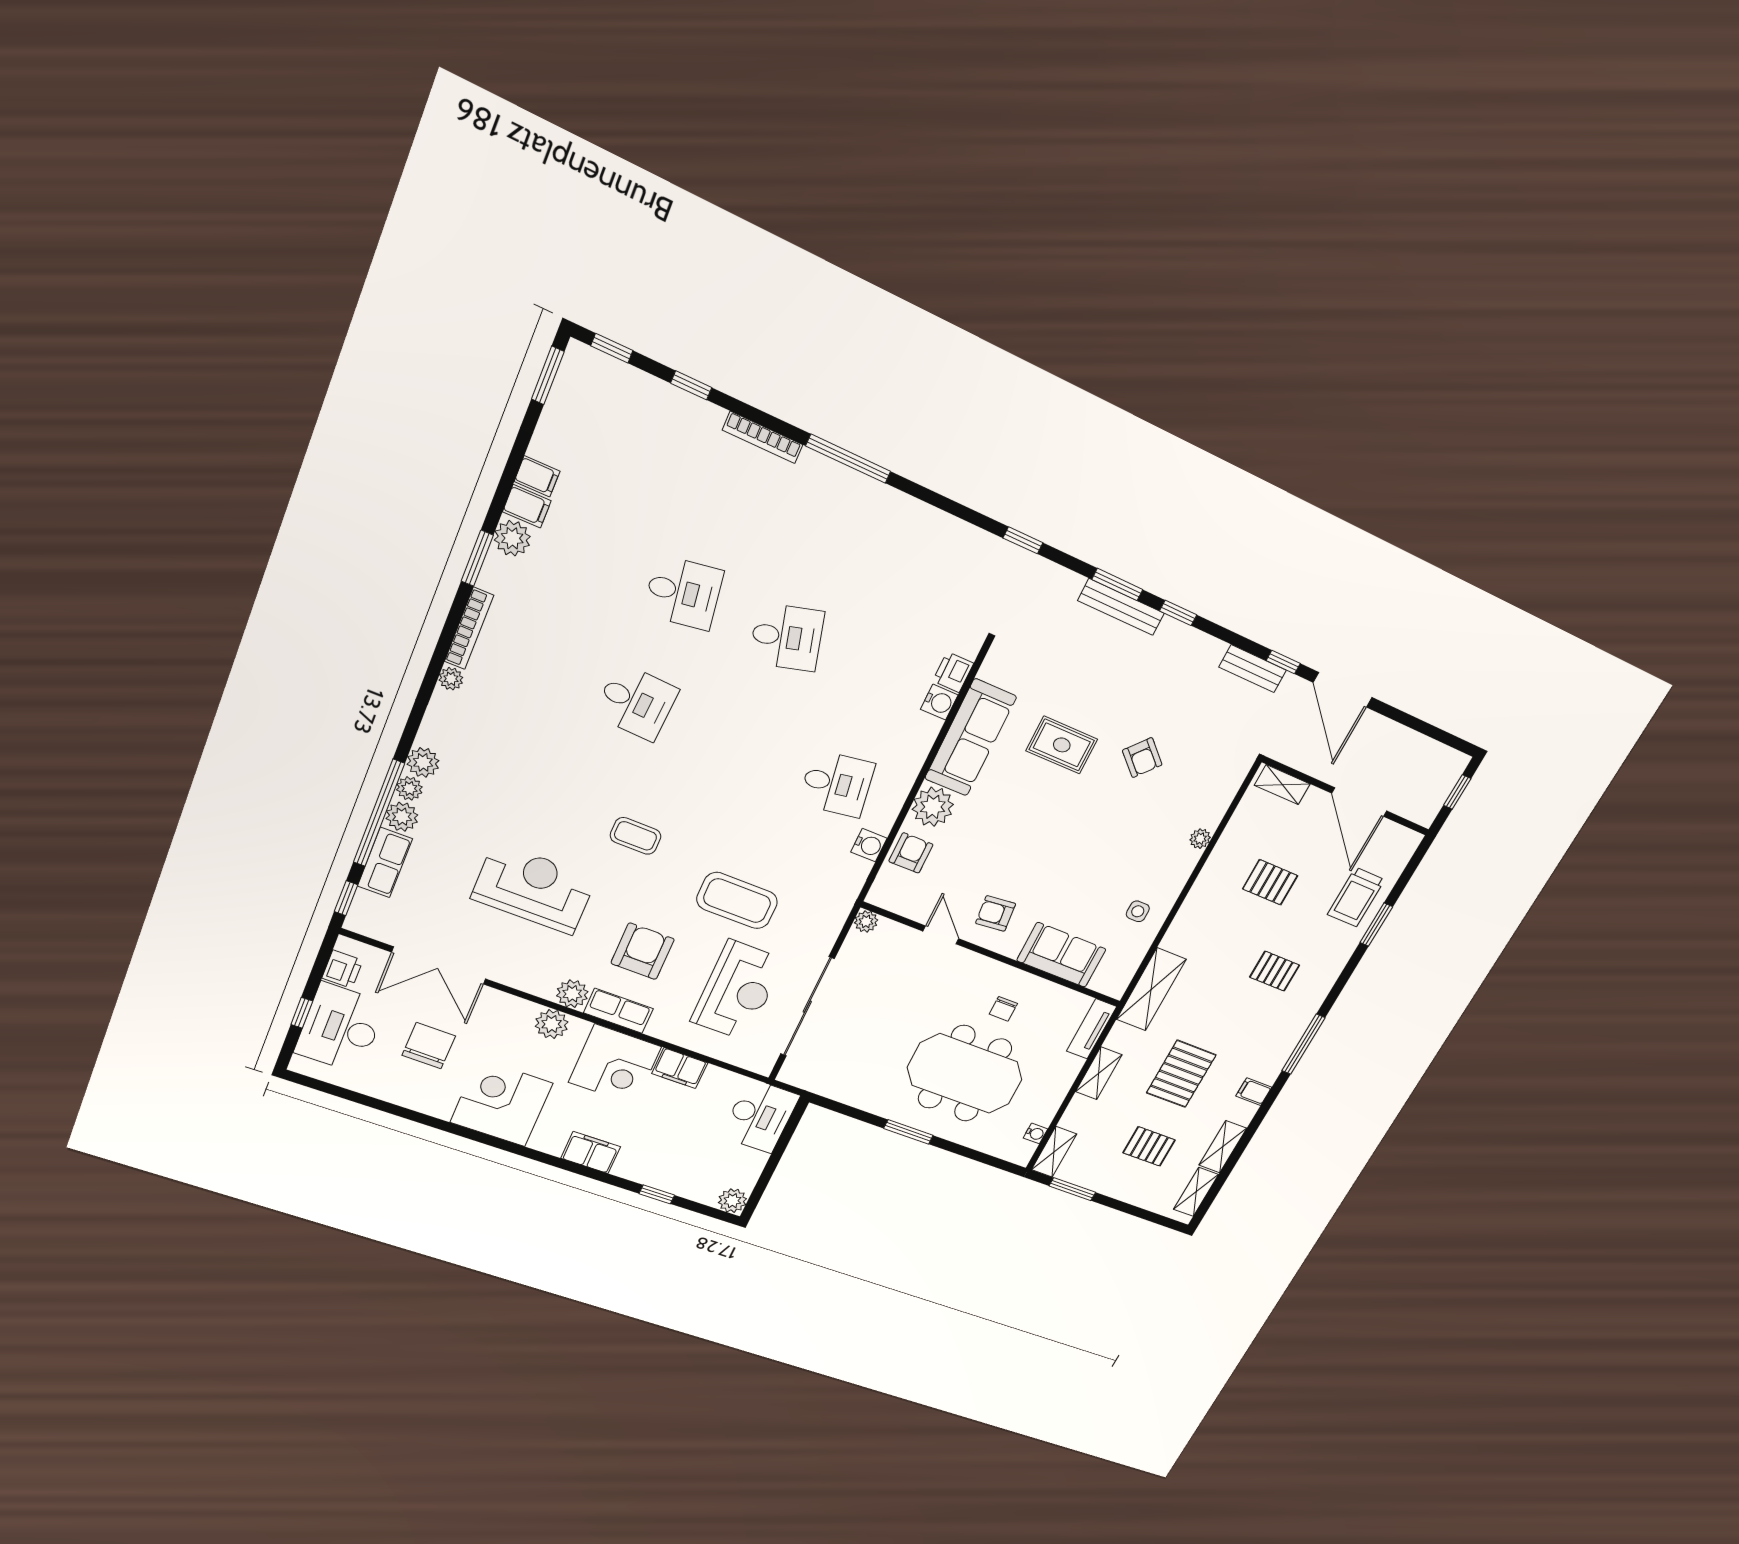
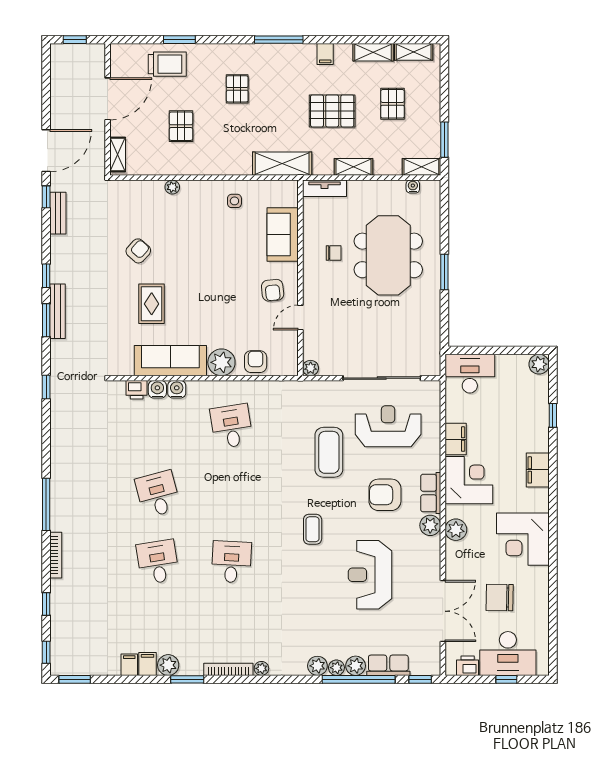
water cooler: (869, 845) -> (177, 389), moved
armchair: (911, 853) -> (256, 362), turned 90

